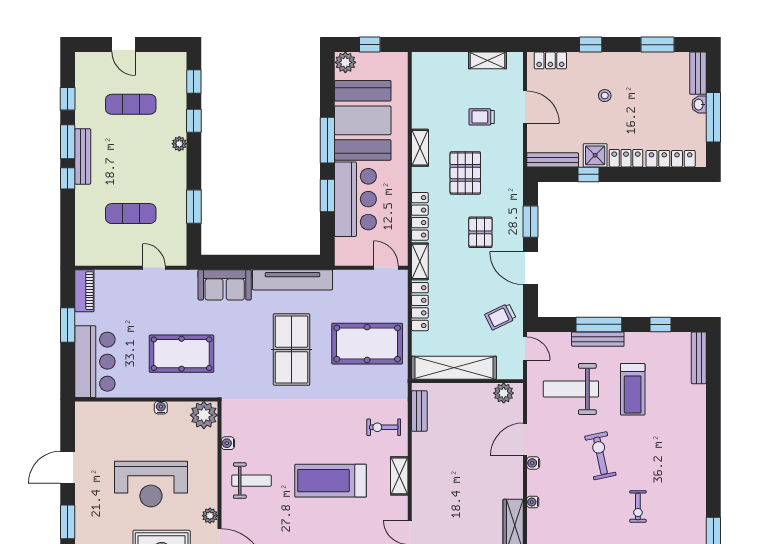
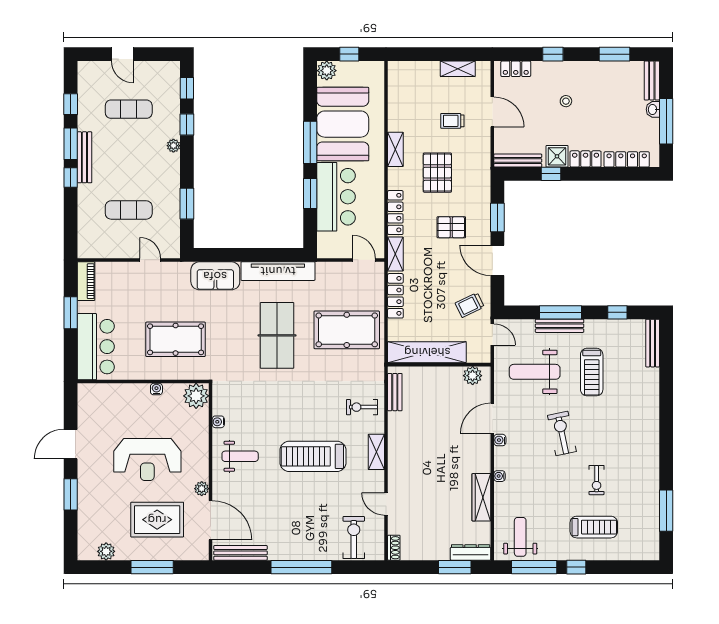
pallet: (480, 232) -> (451, 227), turned 90

